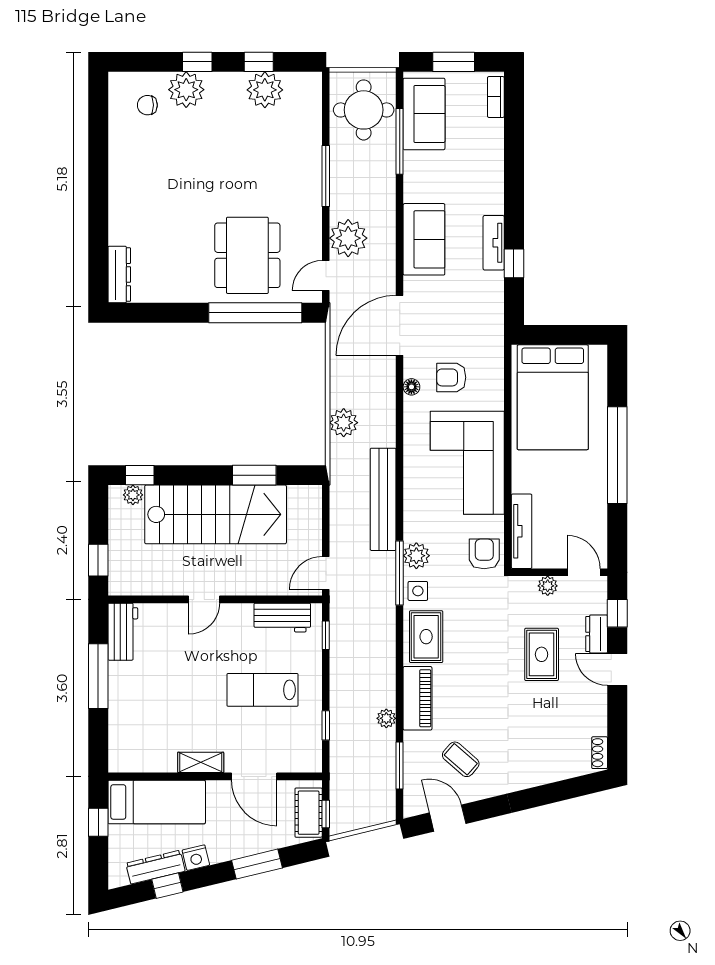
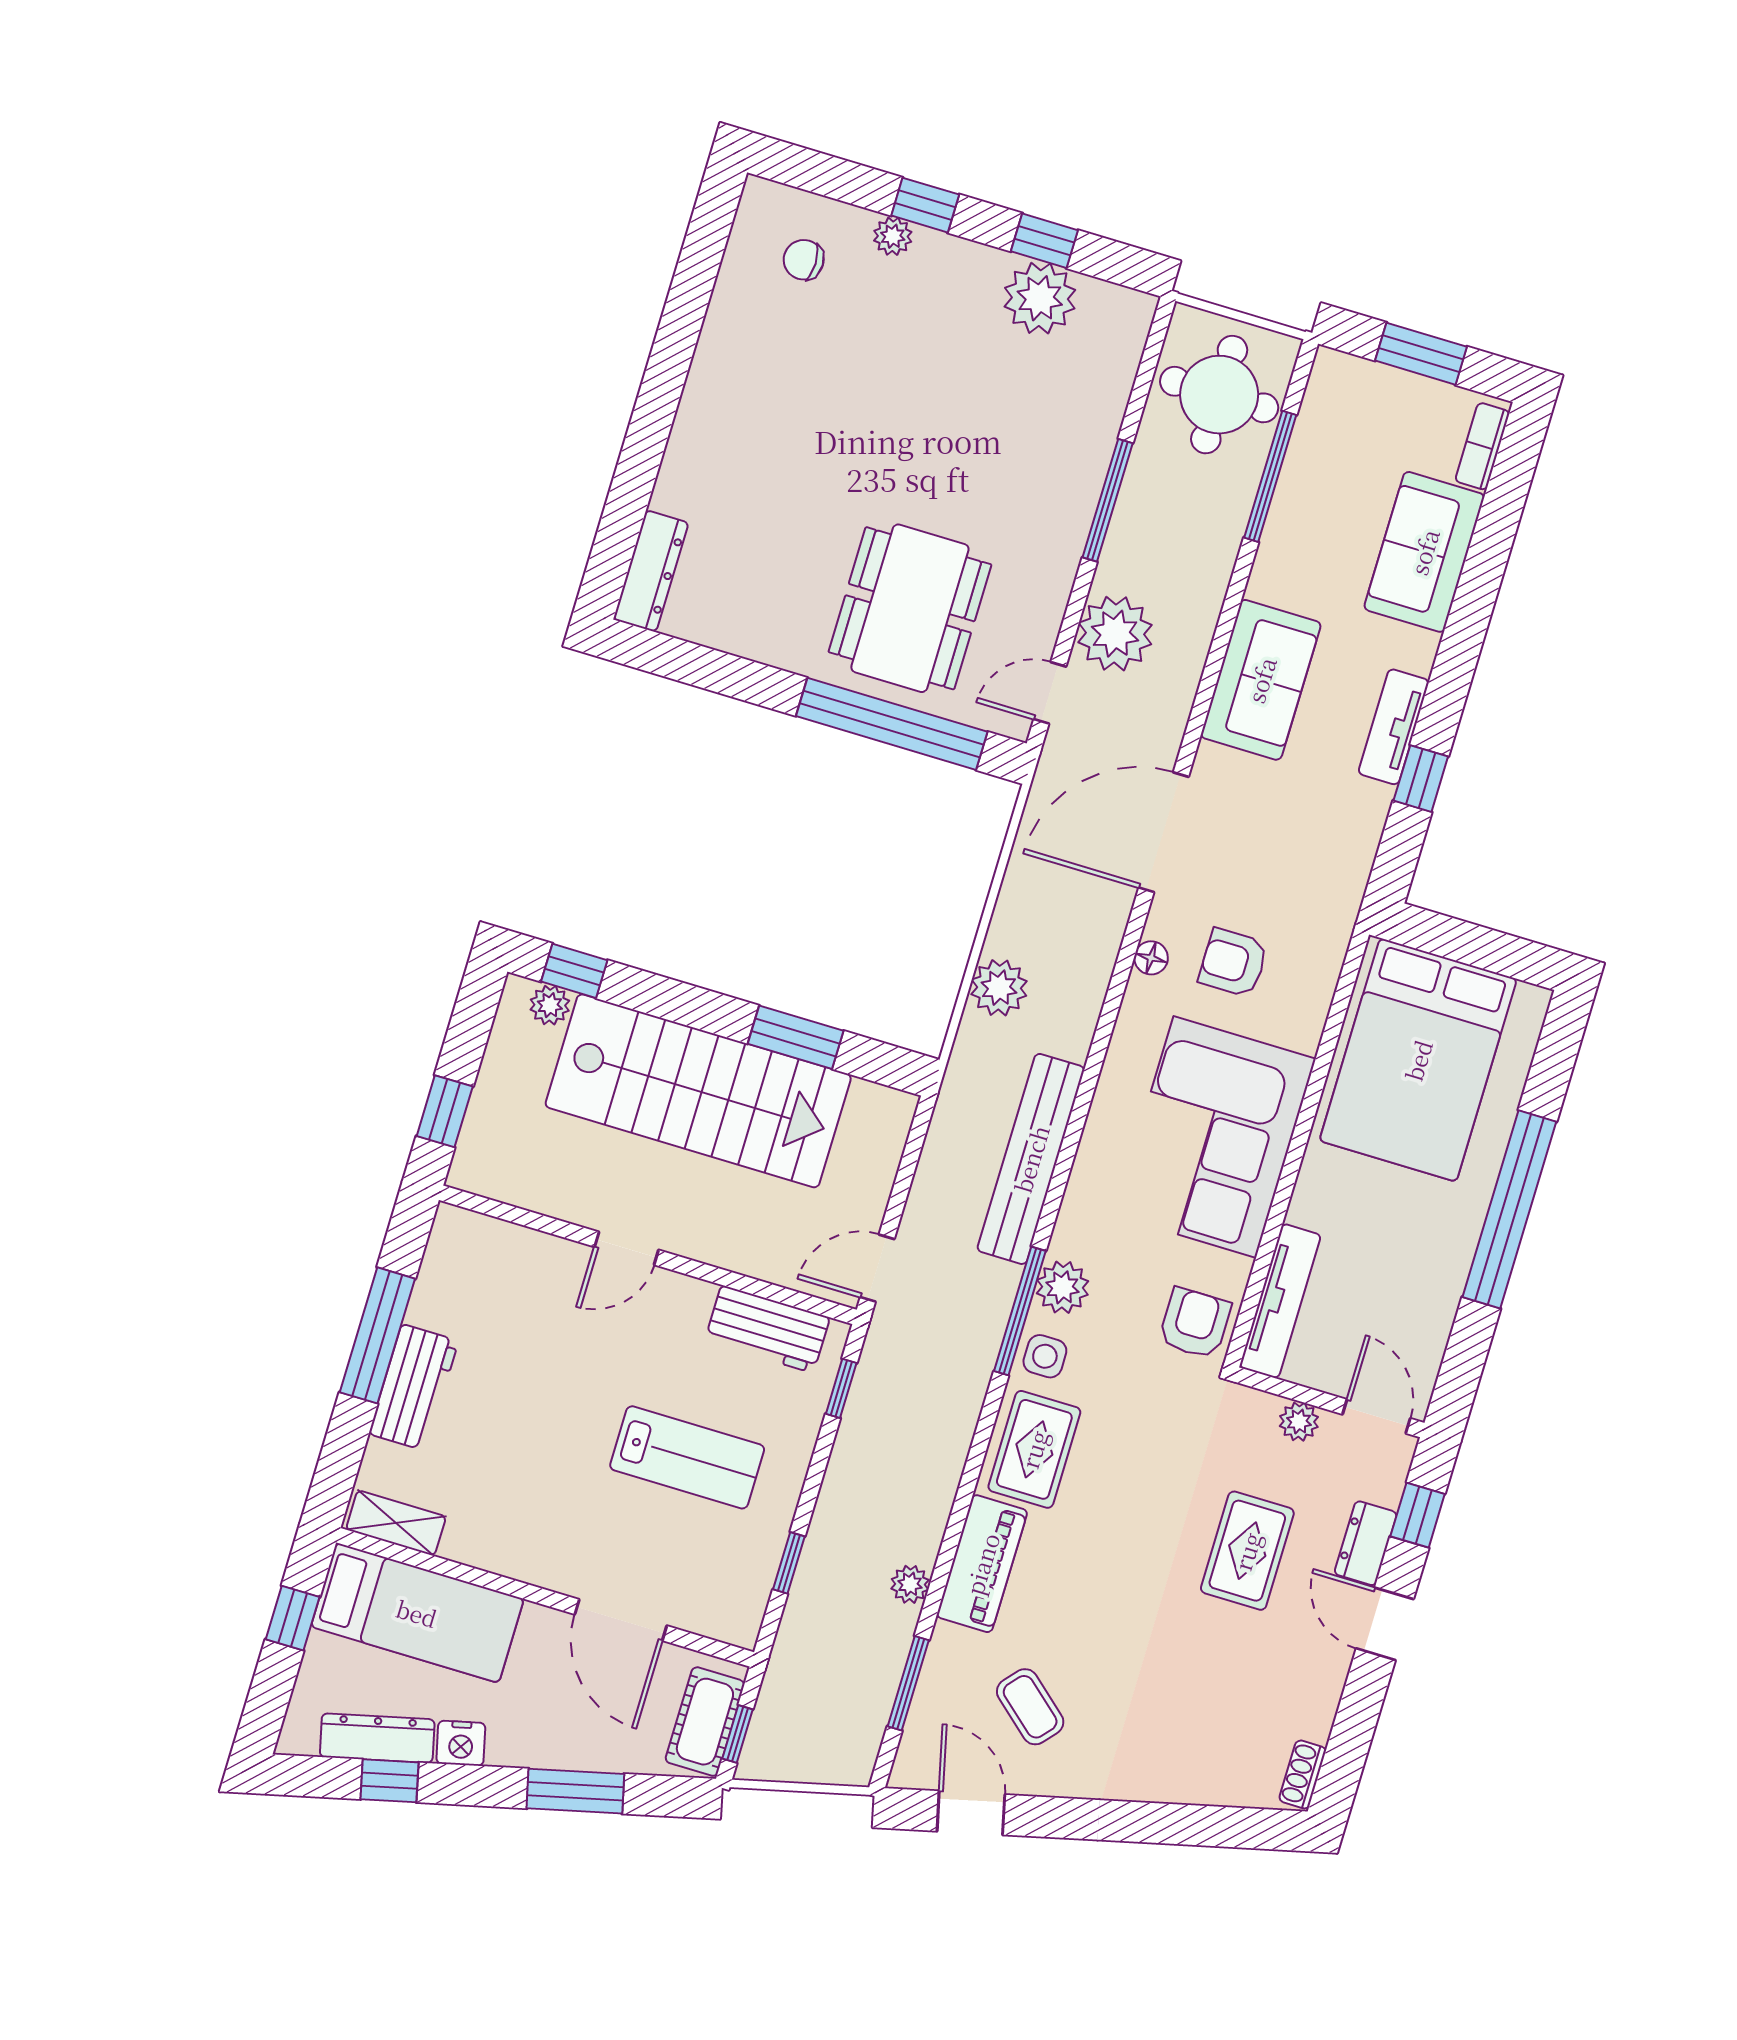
plant: (186, 90) -> (893, 236), width x0.53, depth x0.53
sofa: (424, 114) -> (1424, 552), moved, turned 180
workbench: (123, 632) -> (414, 1387), moved
lab bench: (262, 690) -> (687, 1457), turned 180
shelving: (201, 762) -> (396, 1523), moved

